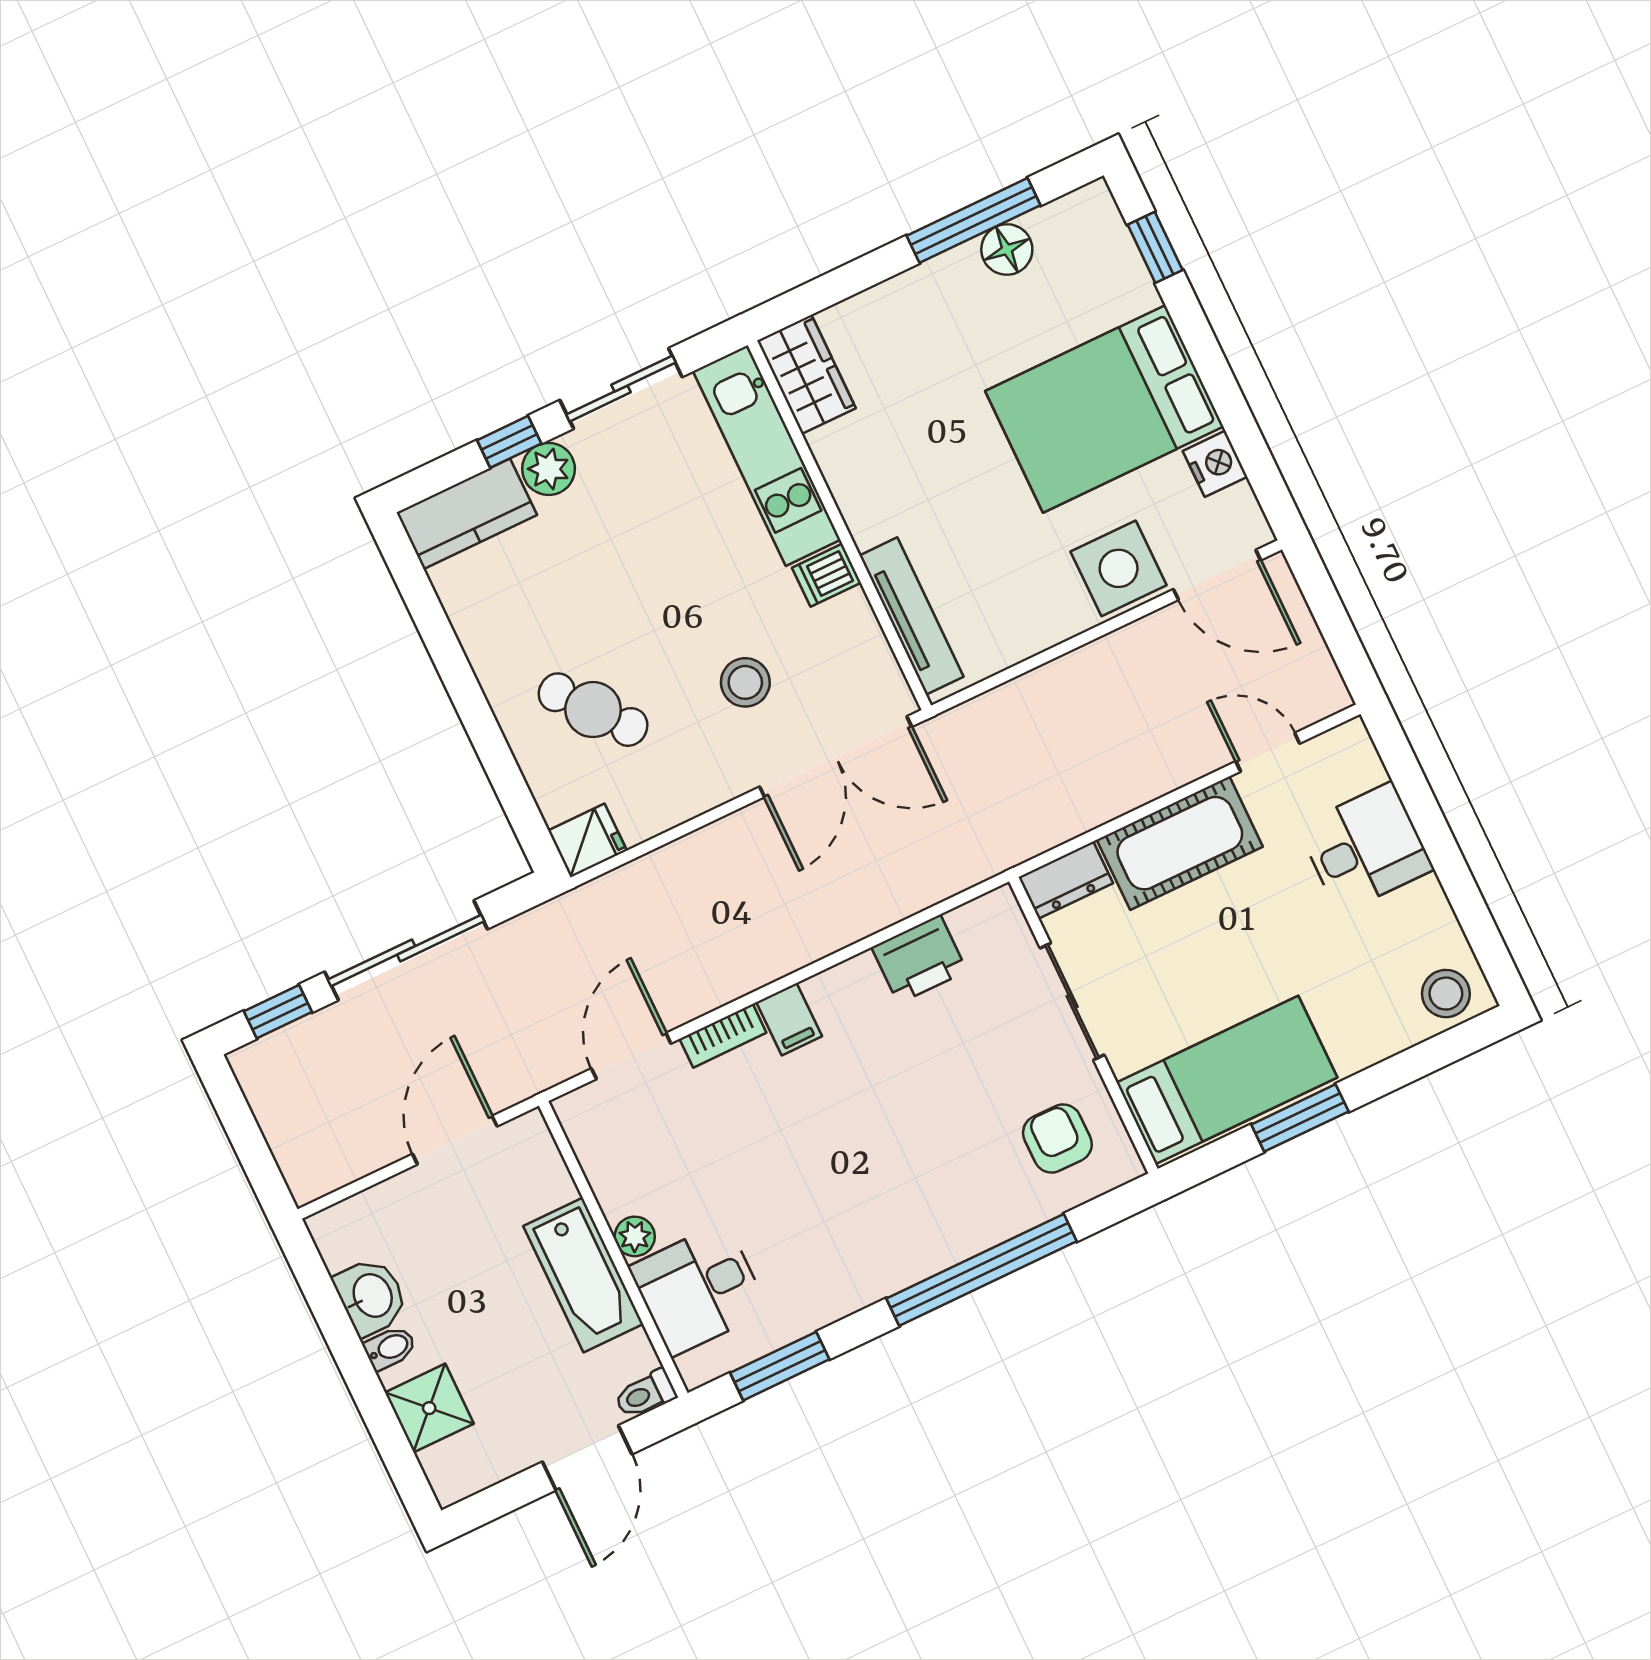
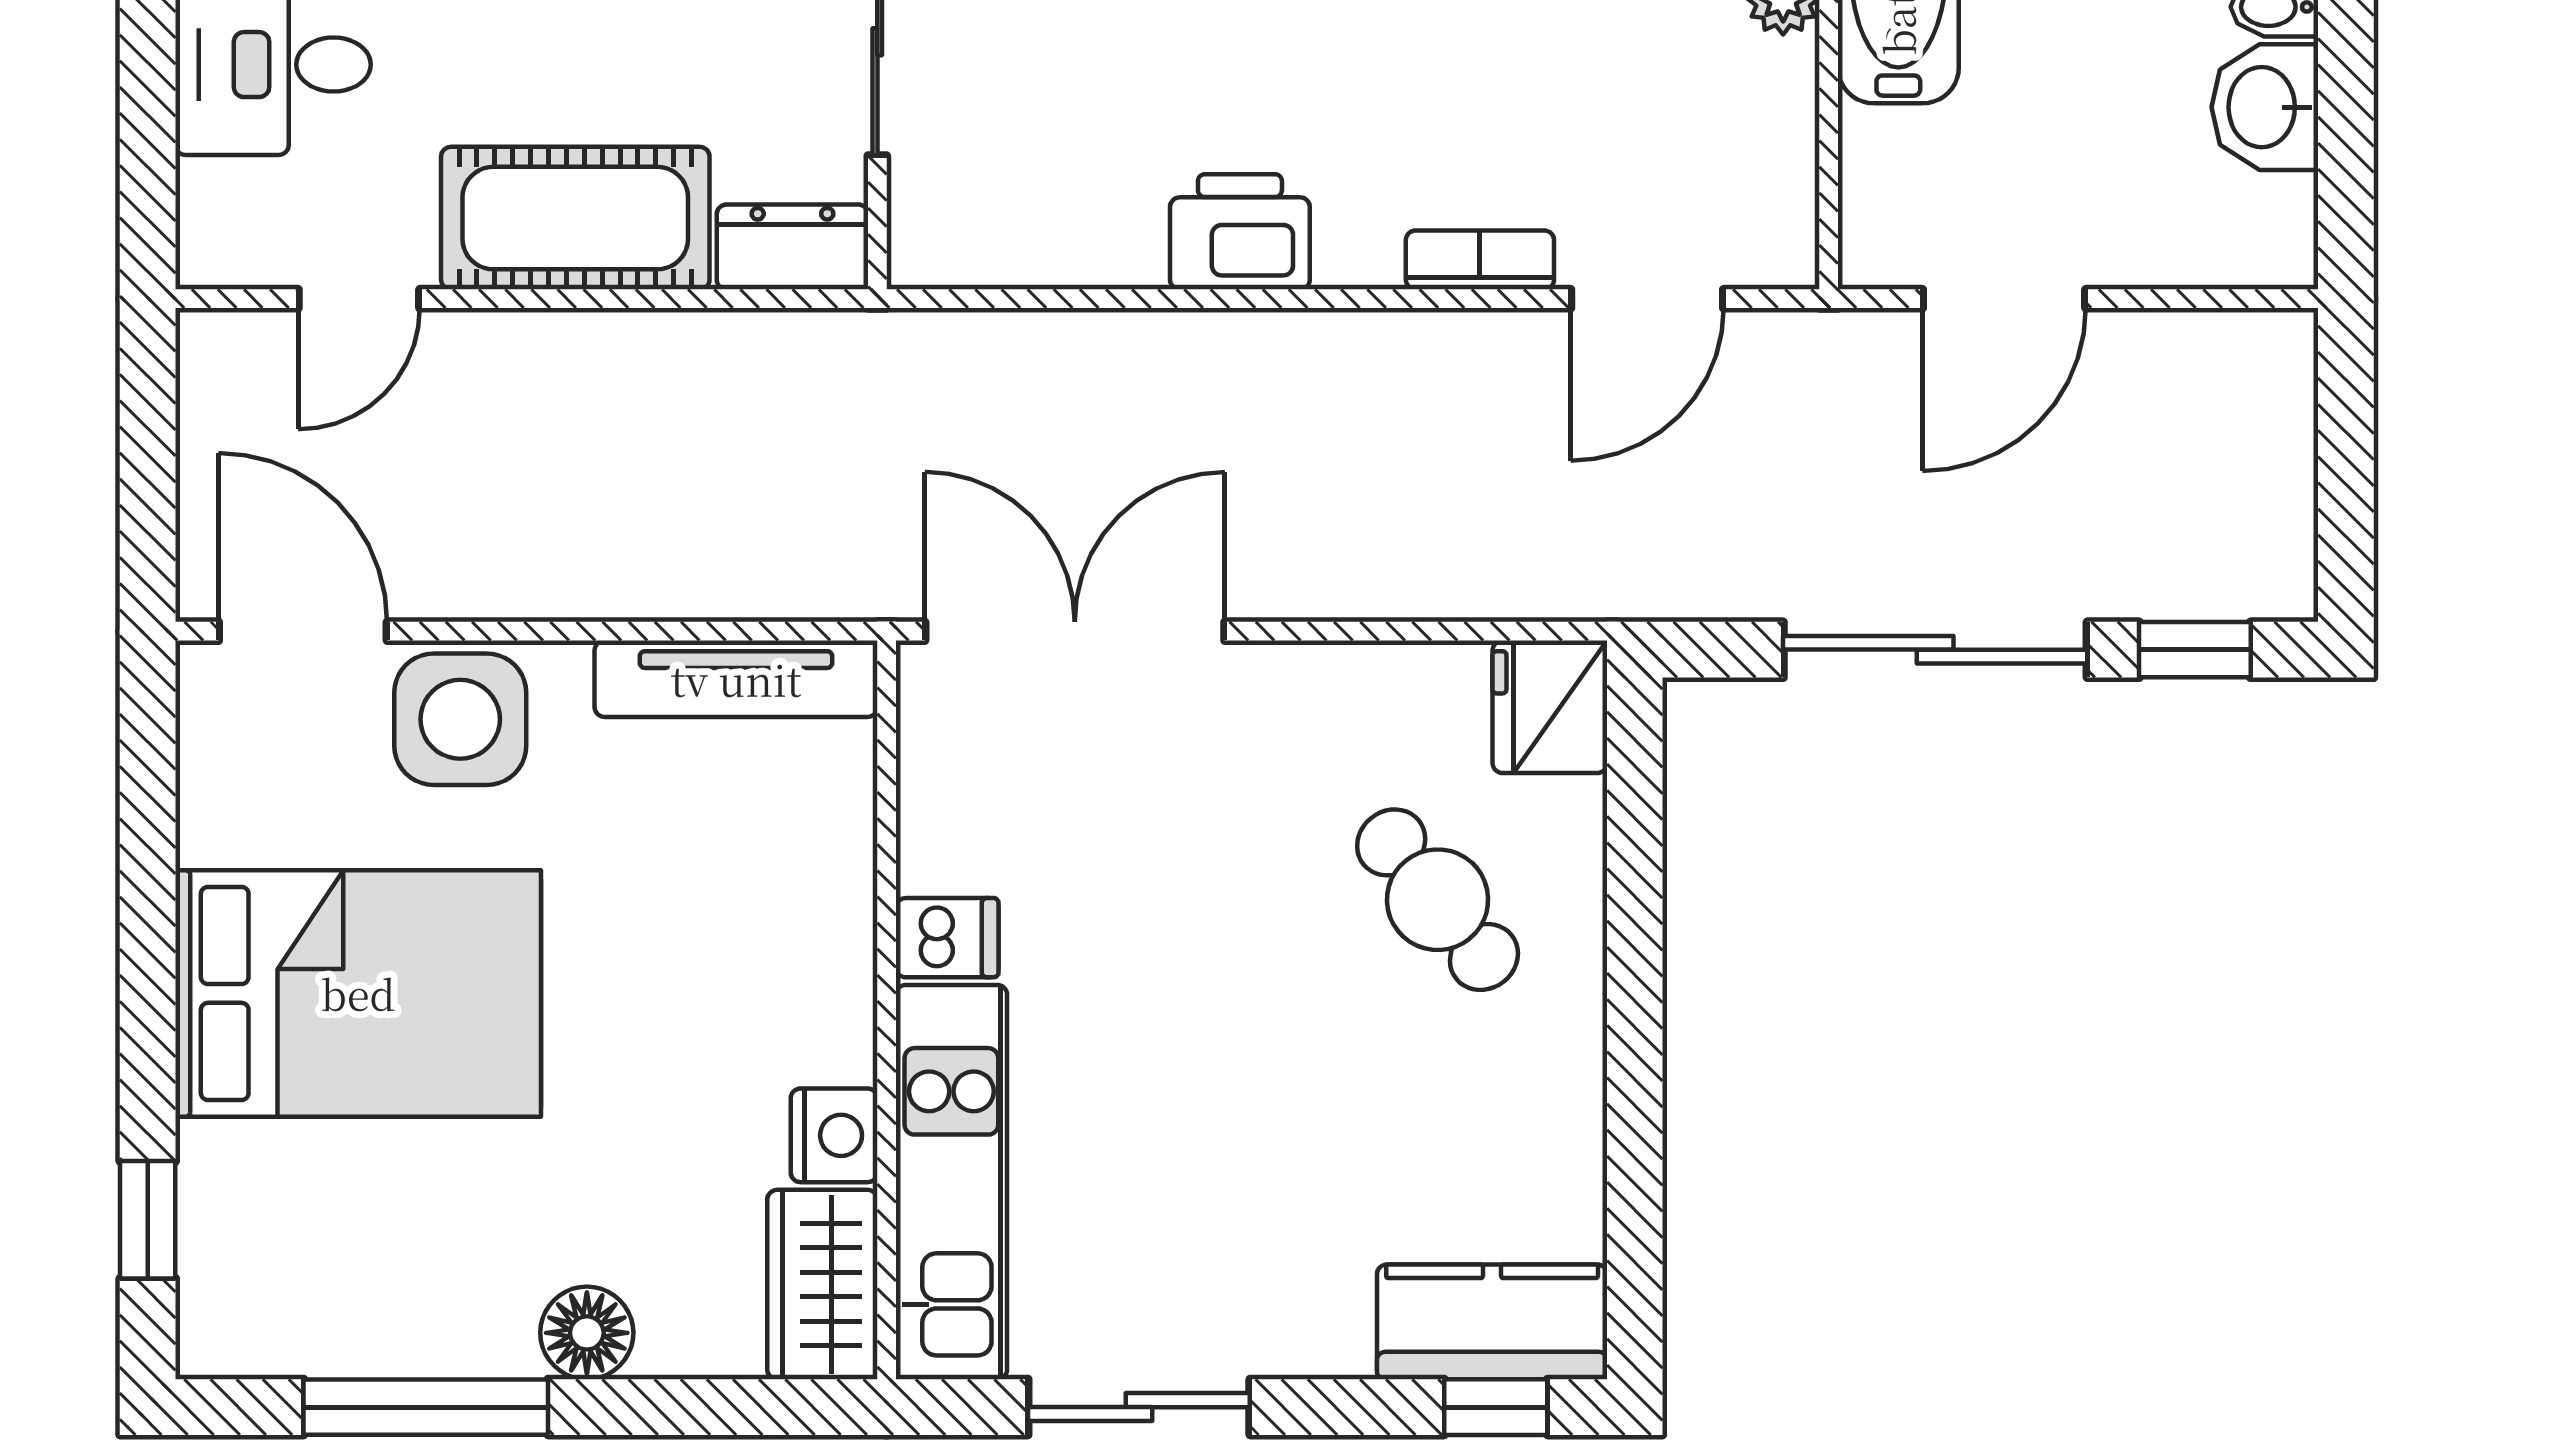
floor lamp: (1007, 249) -> (587, 1333), moved
window: (509, 442) -> (1496, 1407), moved
nightstand: (1215, 464) -> (834, 1135), moved, turned 180
plant: (549, 469) -> (1322, 1331), removed
tv unit: (912, 616) -> (736, 679), moved, turned -90
stool: (745, 682) -> (1165, 825), removed
door: (1268, 752) -> (359, 299), hinge flipped
fridge: (587, 840) -> (1550, 707), width x1.38
printer: (919, 959) -> (1240, 232), moved
filing cabinet: (789, 1019) -> (1358, 235), removed

